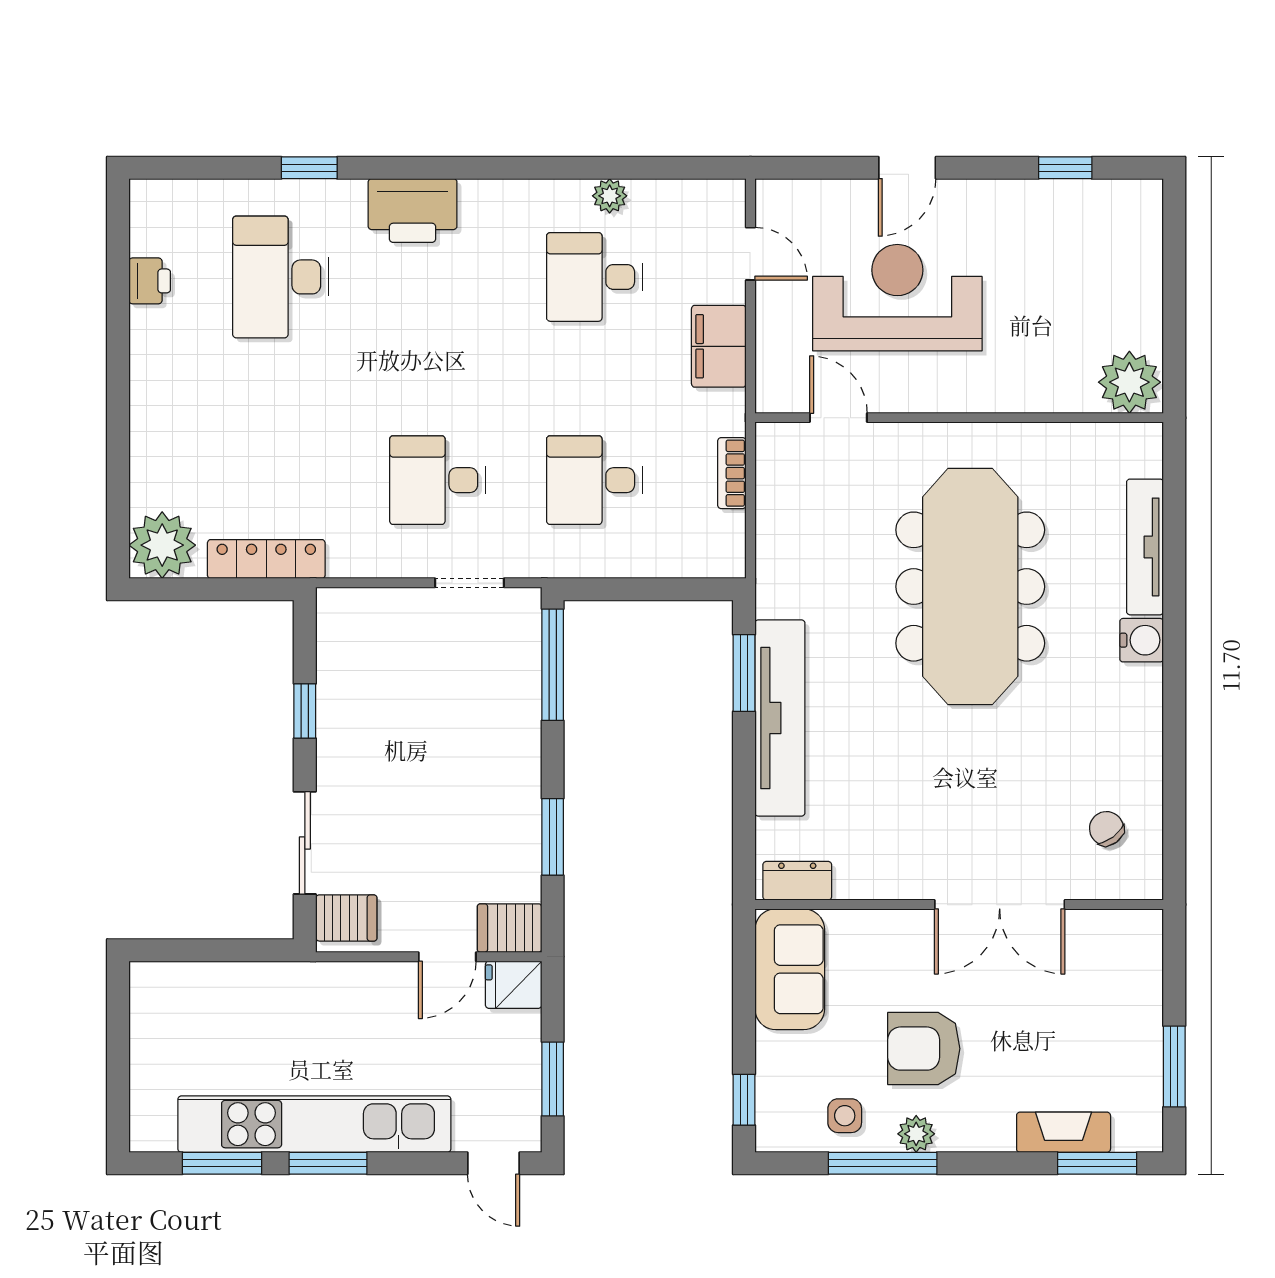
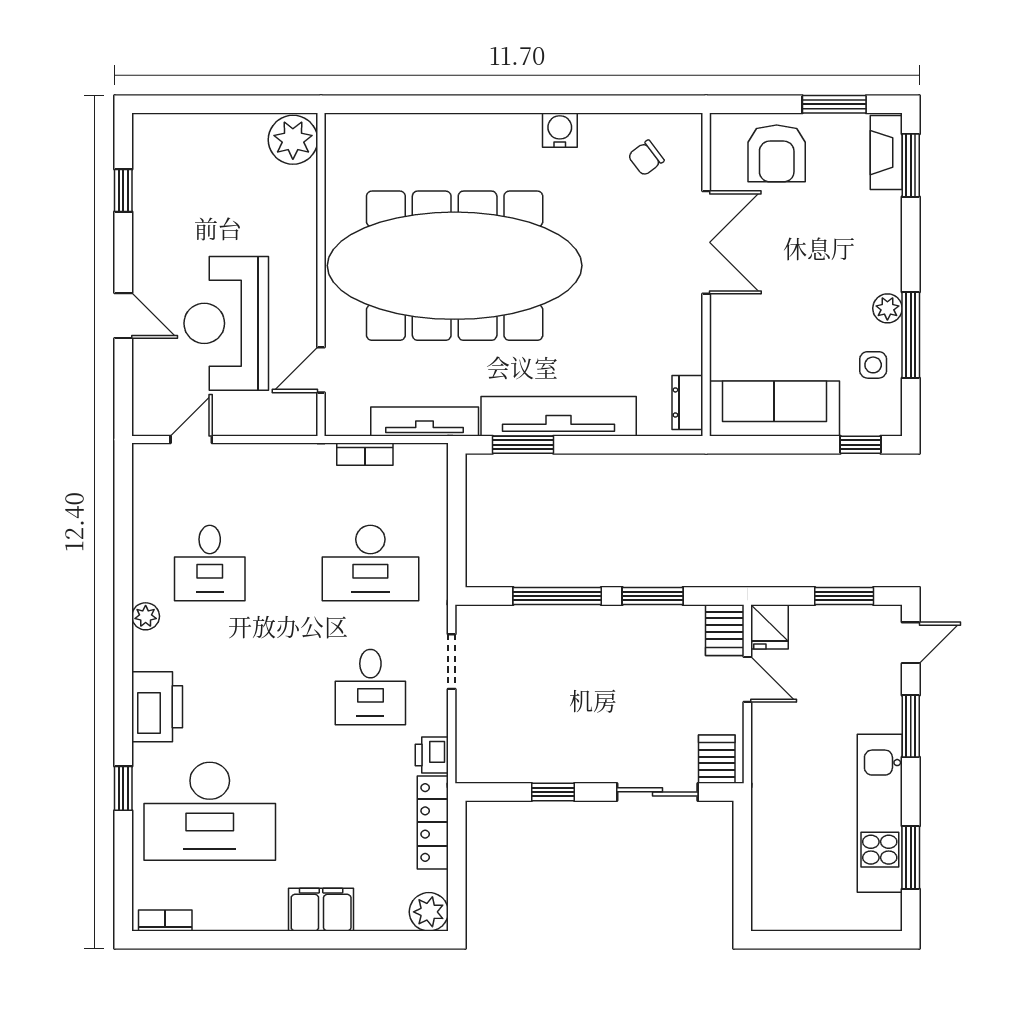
plant: (610, 196) -> (146, 616), moved
bookcase: (142, 221) -> (165, 921), added
desk: (280, 277) -> (210, 811), width x1.36, depth x1.30
printer: (150, 281) -> (432, 755), moved, turned -90
filing cabinet: (719, 346) -> (321, 910), moved, turned 180
desk: (594, 480) -> (370, 563), width x1.37
plant: (162, 545) -> (429, 912), width x0.73, depth x0.73
tv unit: (1145, 547) -> (425, 422), moved, turned 180
meeting table: (970, 587) -> (455, 266), width x1.36, depth x1.27
water cooler: (1142, 640) -> (560, 130), moved
window: (553, 665) -> (557, 596), moved
sofa: (790, 969) -> (774, 408), width x1.36
armchair: (924, 1049) -> (777, 153), moved
kitchen unit: (314, 1124) -> (880, 813), width x0.73
fireplace: (1064, 1132) -> (886, 153), moved
window: (328, 1163) -> (911, 726), moved

